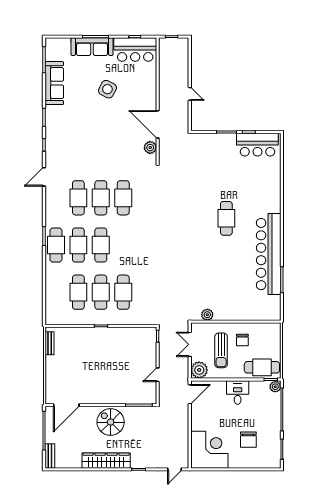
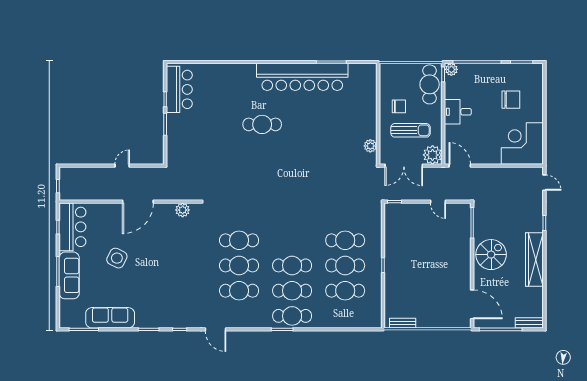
door: (158, 124) -> (138, 202), moved
double door: (190, 344) -> (404, 166), width x1.37
spiral stairs: (111, 422) -> (491, 255), turned 180

